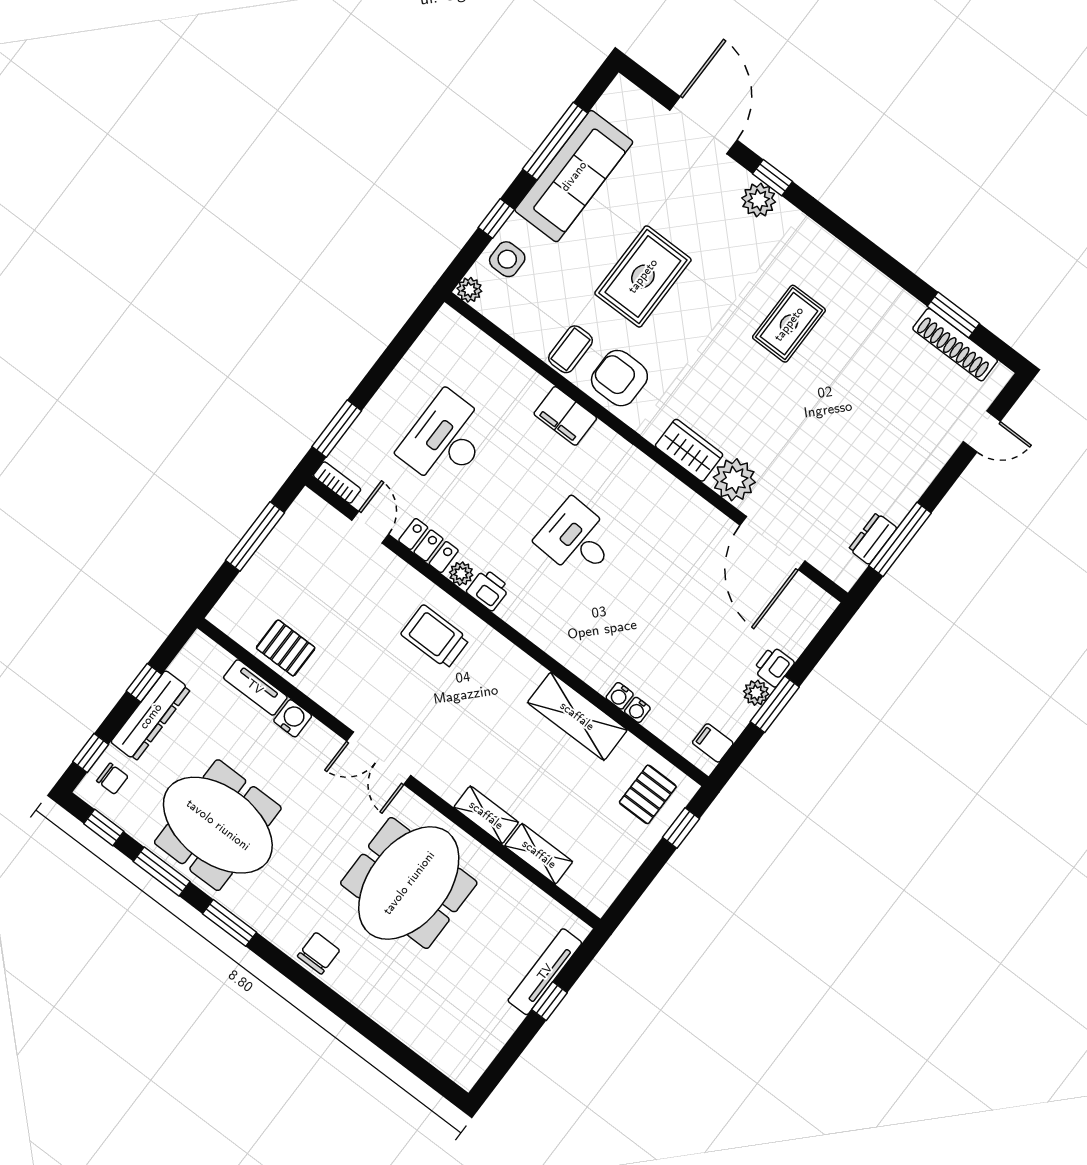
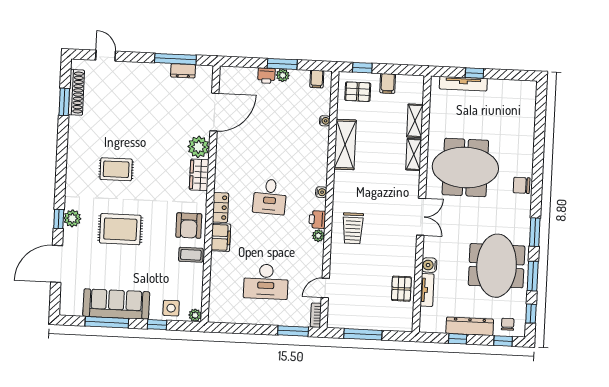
rug: (643, 276) -> (120, 229), moved
locker: (428, 546) -> (220, 207), moved, turned 180
water cooler: (620, 696) -> (321, 192), moved
filing cabinet: (628, 851) -> (388, 83), added

